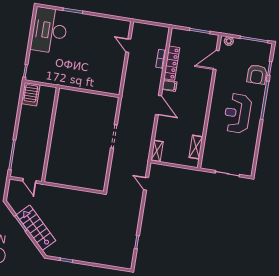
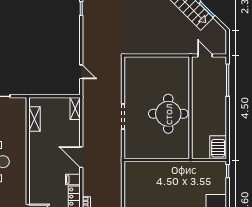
round table: (72, 132) -> (168, 114), added

